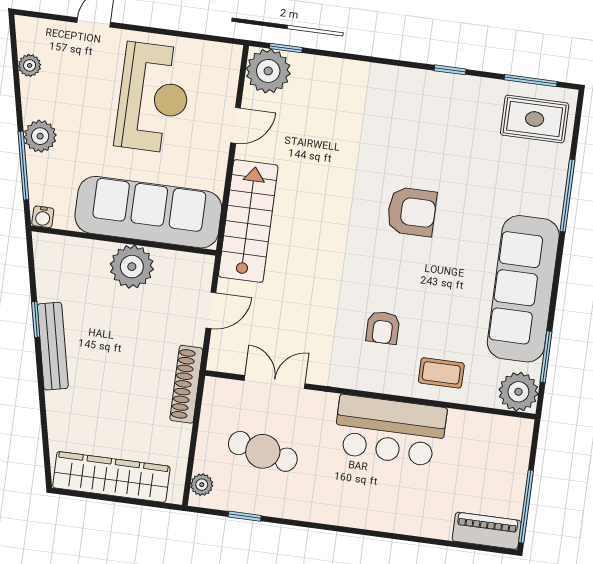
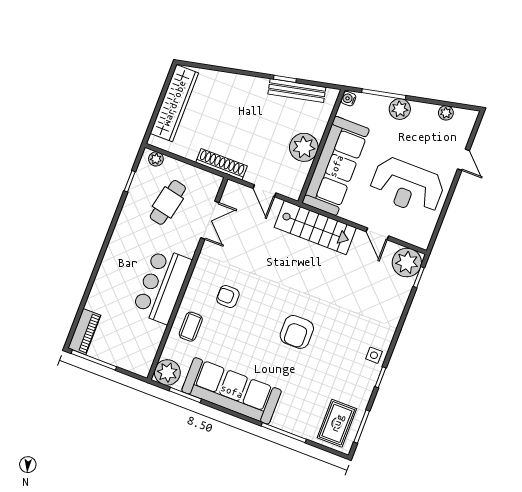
side table: (419, 87) -> (374, 355), added
bench: (53, 346) -> (297, 91), moved

